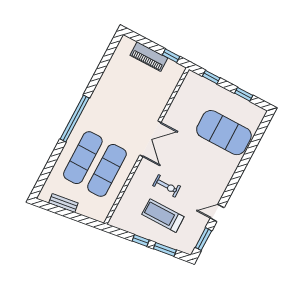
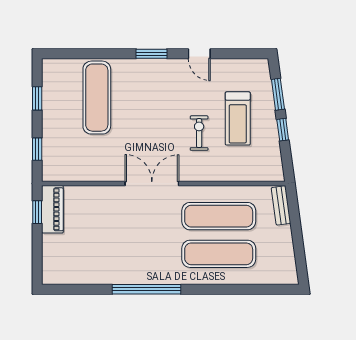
piano: (149, 57) -> (52, 209), moved
window: (75, 118) -> (146, 289), moved
exercise mat: (224, 133) -> (97, 98), width x0.68
bench: (63, 203) -> (281, 205), moved
window: (203, 239) -> (151, 54), moved

